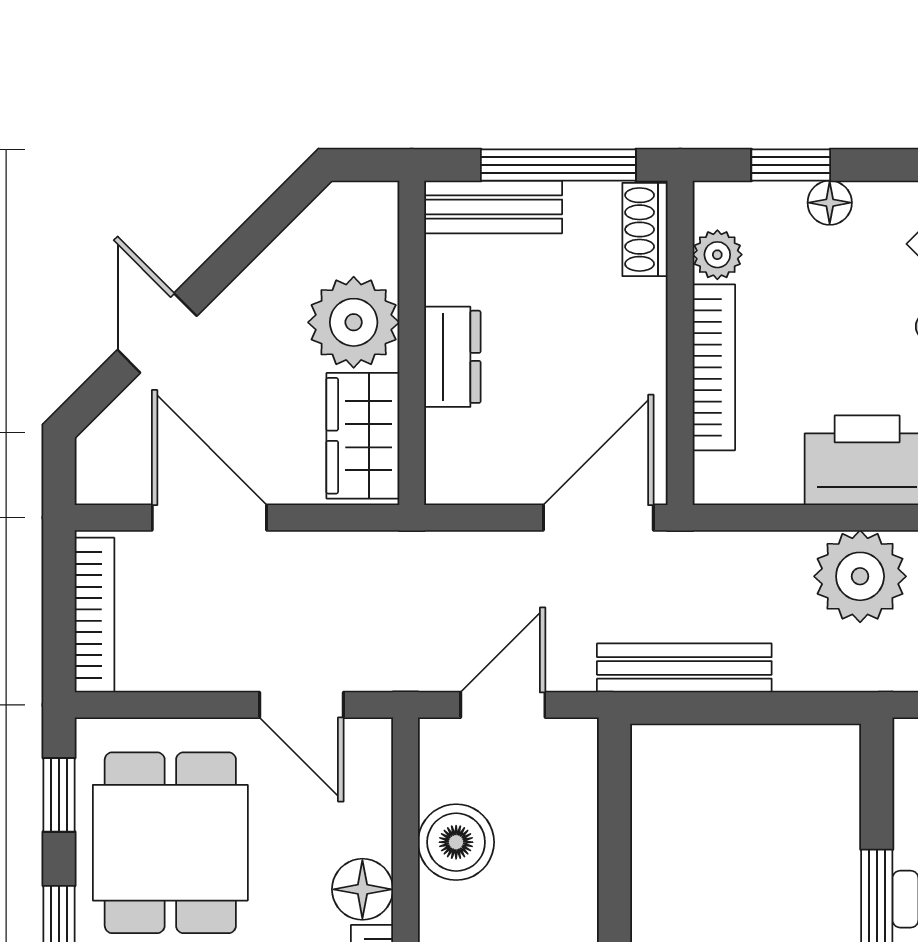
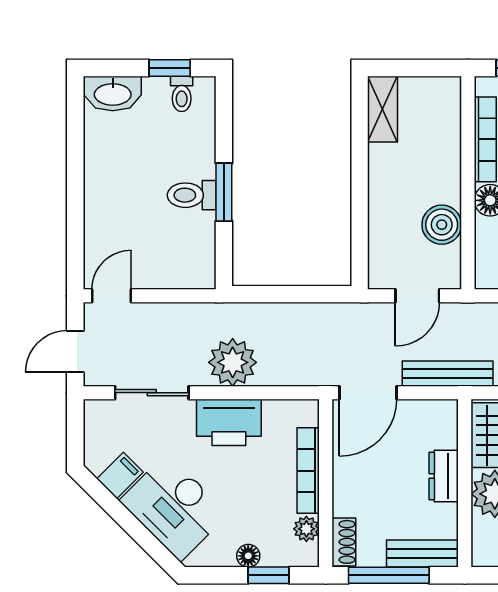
bench: (684, 668) -> (448, 374), moved

